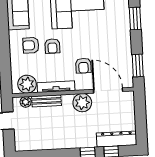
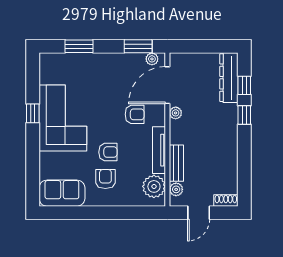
armchair: (31, 45) -> (105, 179), turned 180
plant: (128, 77) -> (152, 59), added
plant: (82, 103) -> (176, 113), width x0.53, depth x0.53
shoe rack: (19, 142) -> (226, 200), added

